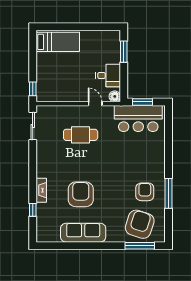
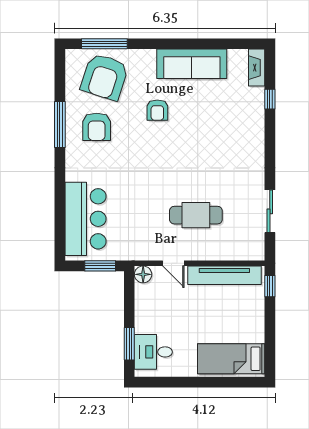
desk: (108, 75) -> (153, 352), moved
tv unit: (62, 96) -> (224, 275), added
bar counter: (138, 119) -> (85, 219), moved, turned 90
sliding door: (33, 126) -> (270, 211), moved
fireplace: (41, 190) -> (257, 68), moved
armchair: (81, 194) -> (157, 110), moved, width x0.53, depth x0.53

